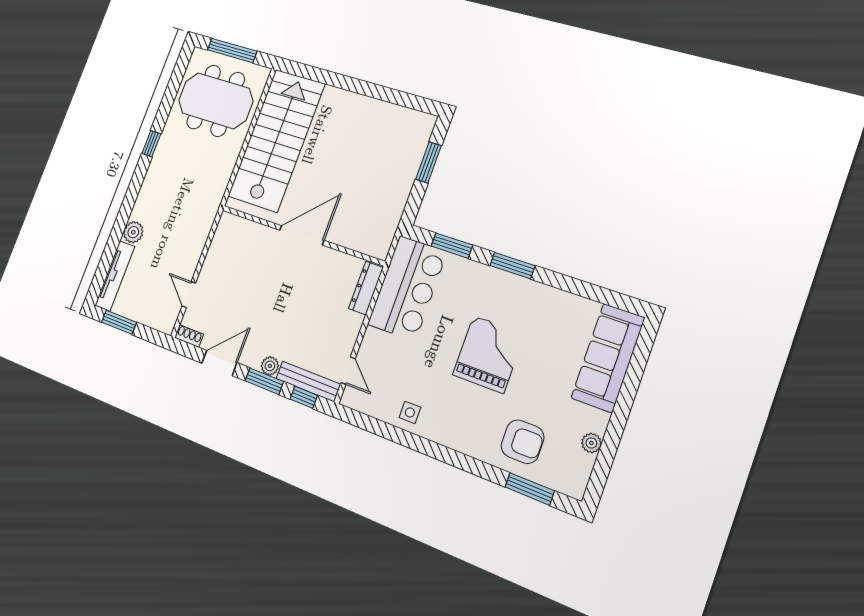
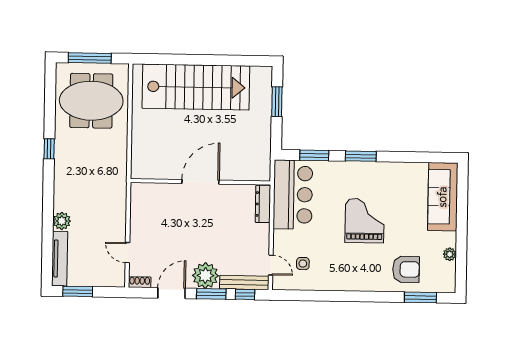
stairs: (276, 140) -> (196, 87), moved, turned 90
plant: (270, 366) -> (205, 276), width x1.88, depth x1.88
side table: (410, 412) -> (303, 264), moved

